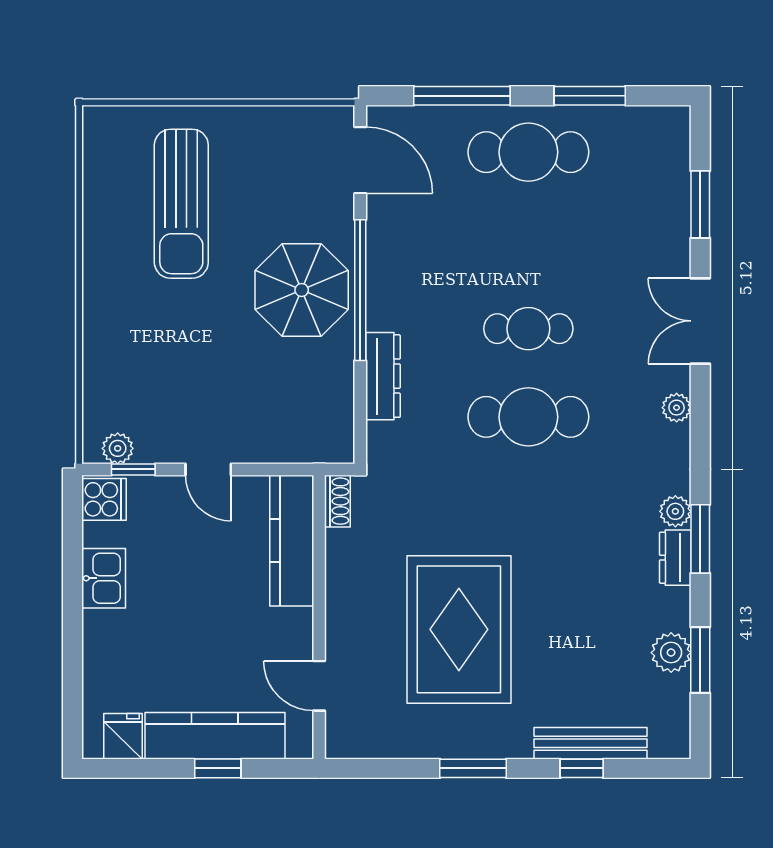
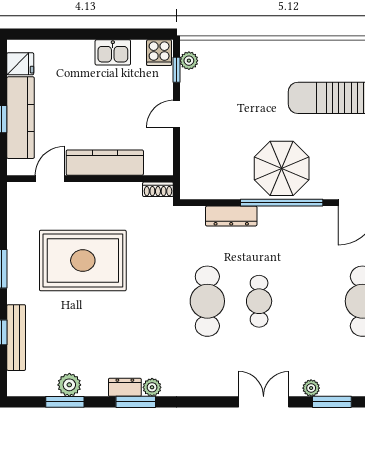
plant: (677, 408) -> (311, 388), moved
kitchen counter: (292, 541) -> (105, 163), moved

